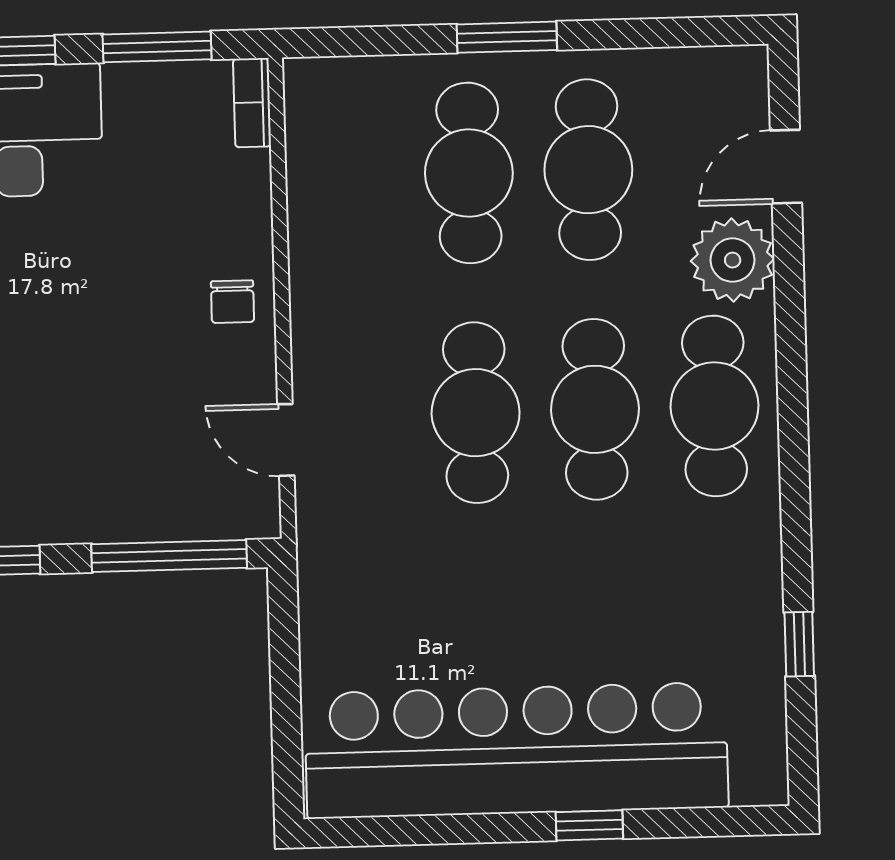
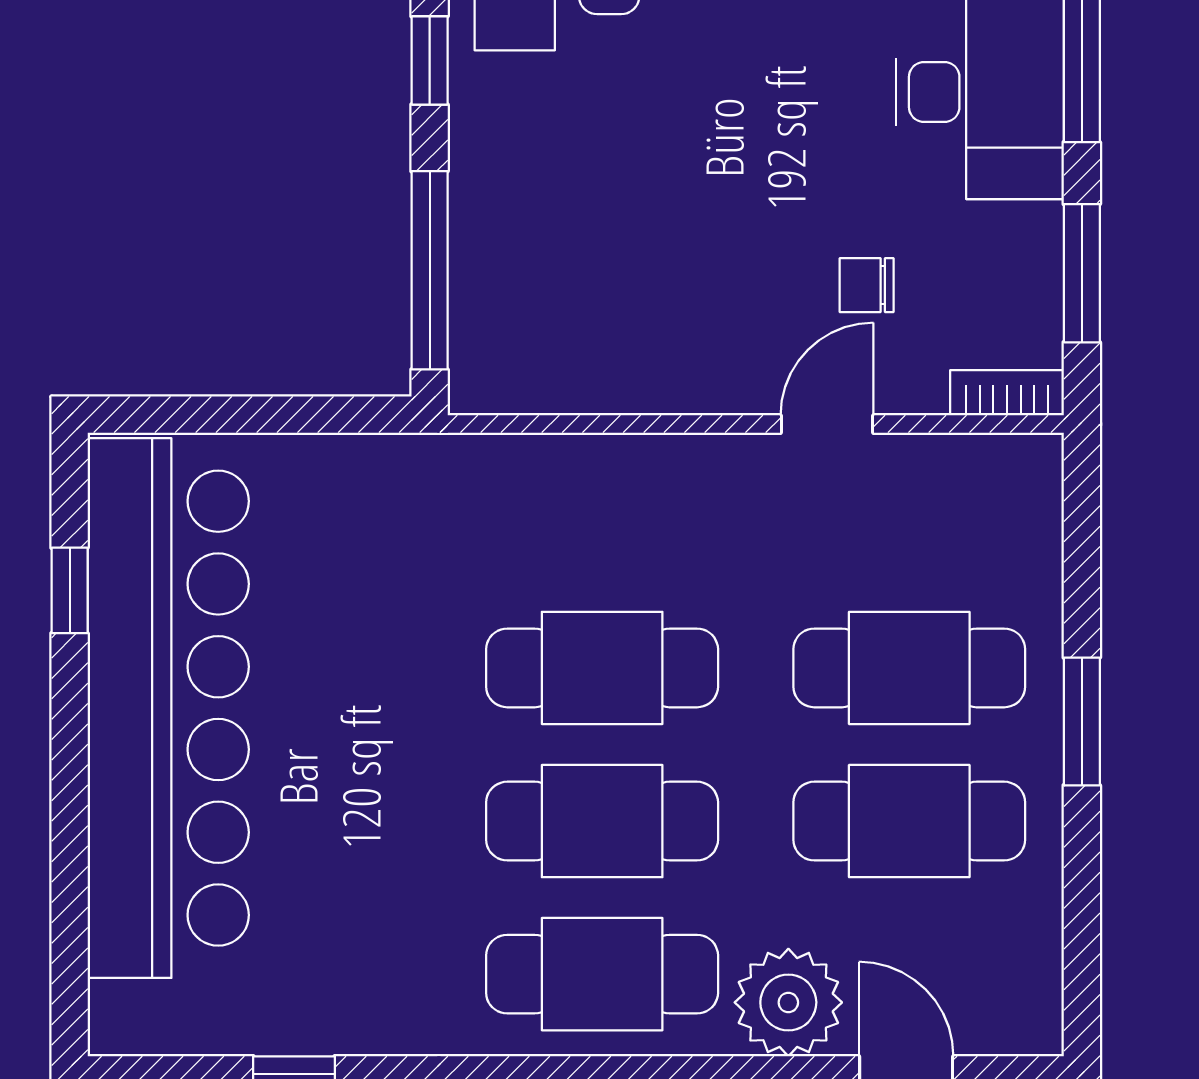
chair: (232, 302) -> (867, 285), moved
door: (286, 440) -> (827, 424), moved
window: (589, 825) -> (70, 590), moved

